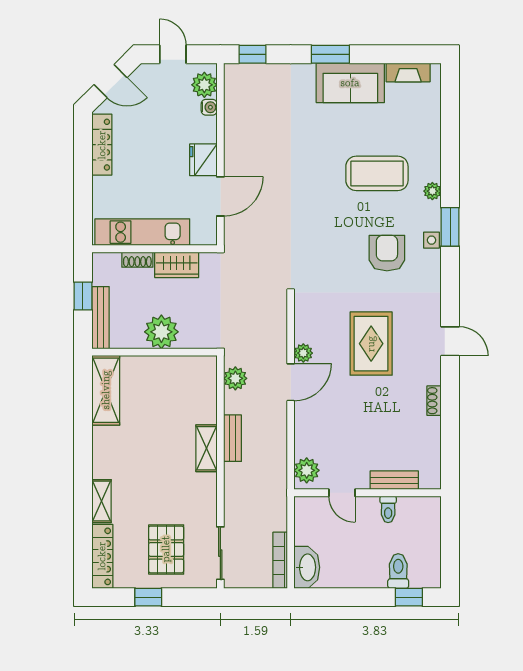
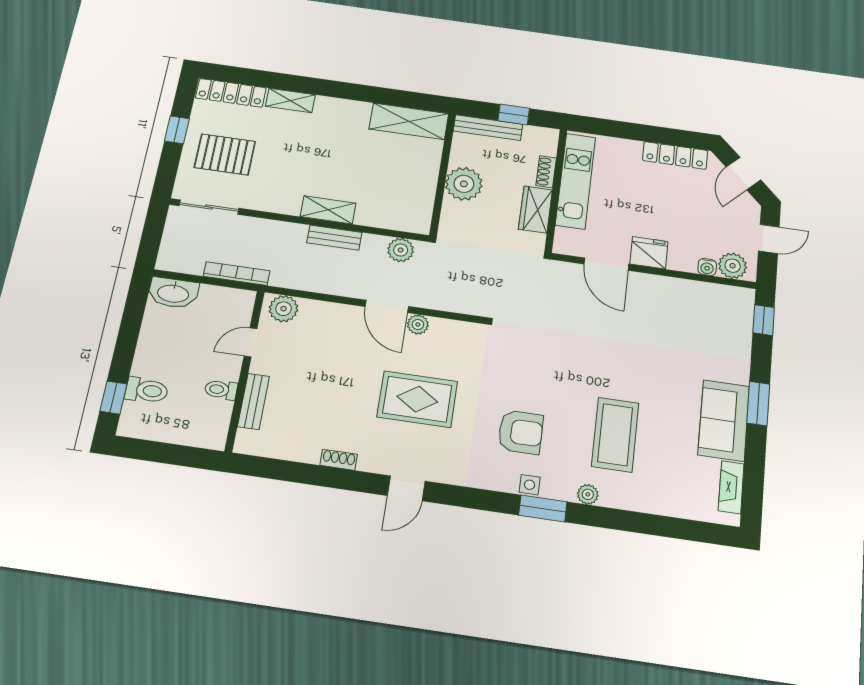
bookcase: (280, 560) -> (237, 274), moved

